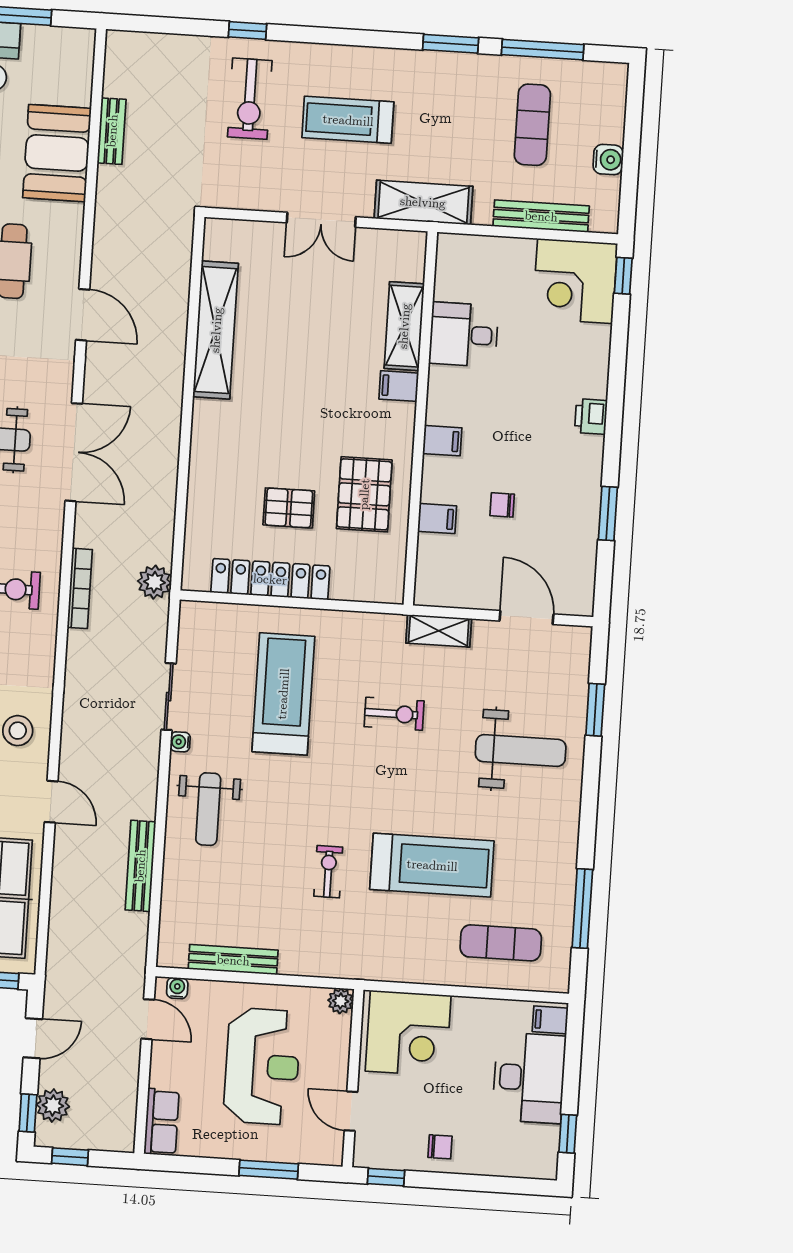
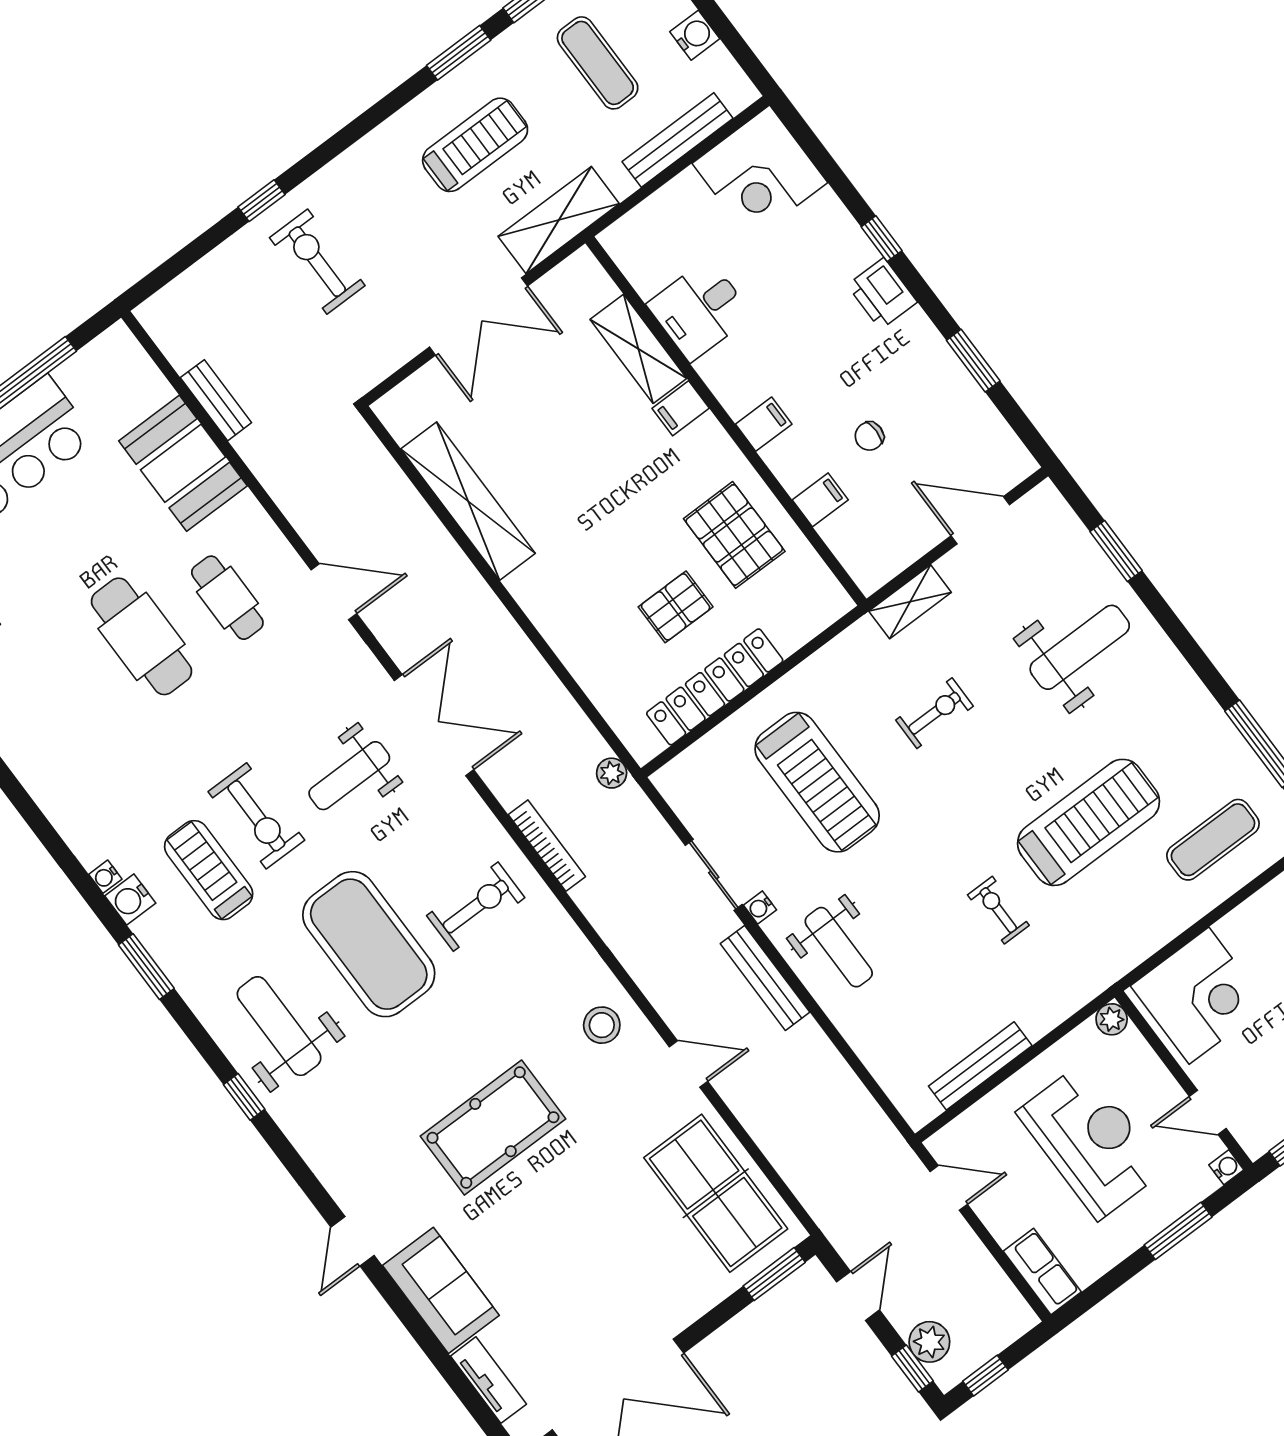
exercise bike: (250, 99) -> (317, 262), turned 180
treadmill: (348, 120) -> (475, 145), moved, turned 180
double door: (321, 220) -> (478, 317), width x1.37
window: (623, 276) -> (882, 239), moved
printer: (591, 416) -> (882, 294), width x1.36, depth x1.24
plant: (154, 582) -> (612, 773), width x0.73, depth x0.73
treadmill: (283, 694) -> (817, 782), turned 180
bench: (140, 866) -> (765, 978), moved
water cooler: (177, 988) -> (1226, 1167), moved, turned 90

